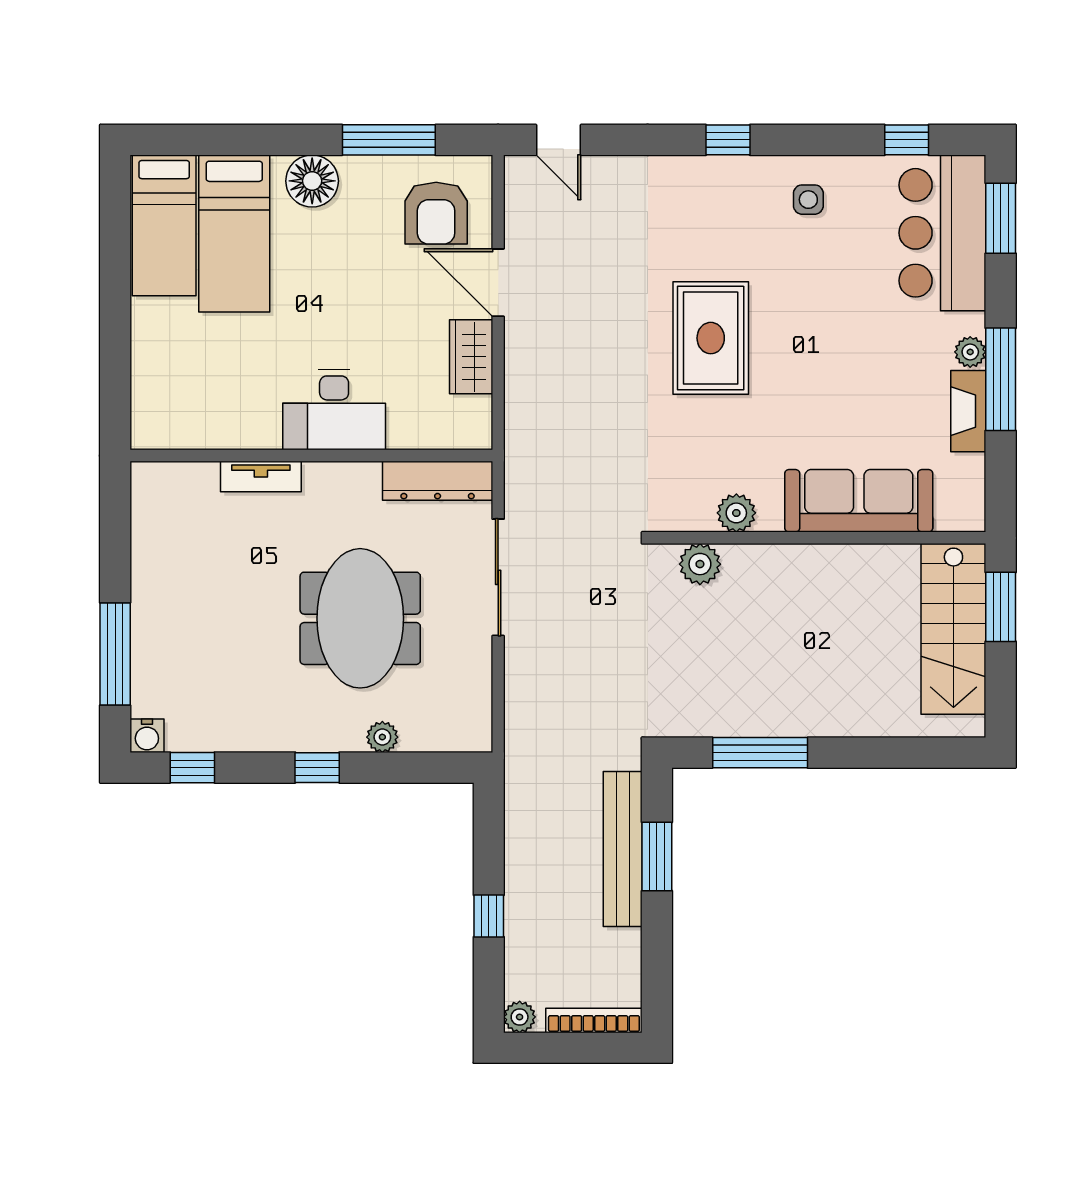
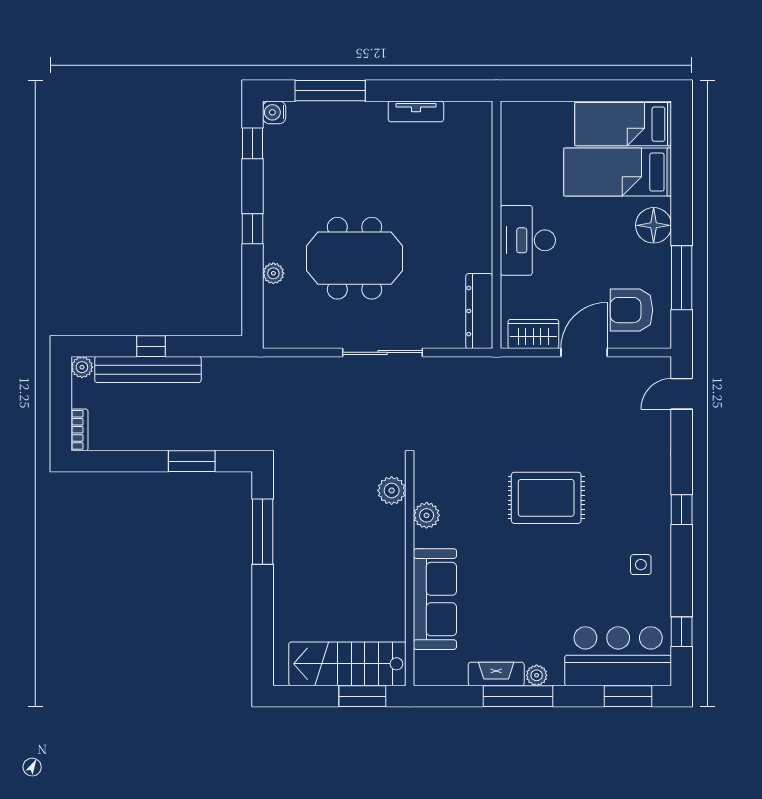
desk: (334, 410) -> (528, 240), moved
wall: (311, 456) -> (496, 225), moved
tv unit: (261, 477) -> (416, 111), moved, turned -90
dresser: (438, 481) -> (479, 311), moved
bench: (623, 849) -> (148, 370), moved
bookcase: (594, 1021) -> (80, 430), width x0.64

